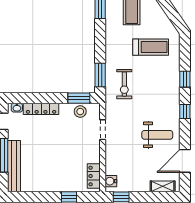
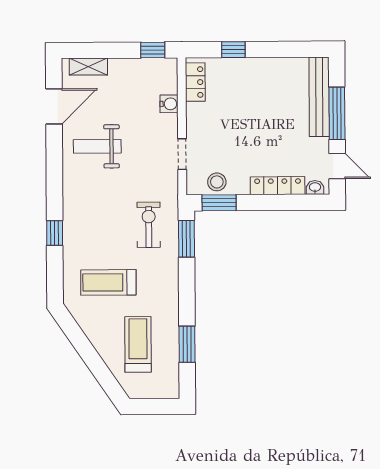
window: (185, 112) -> (54, 183), removed
water cooler: (111, 181) -> (169, 104), moved

